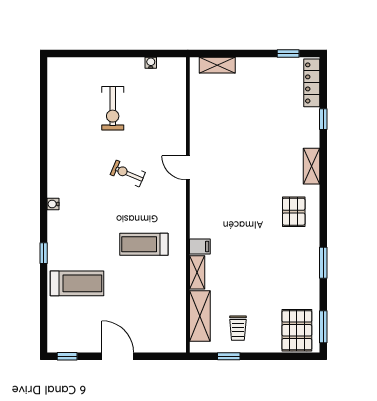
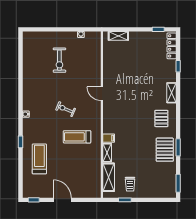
exercise bike: (128, 174) -> (66, 109), moved
treadmill: (77, 283) -> (39, 159), turned -90
pallet: (297, 330) -> (165, 150), moved

